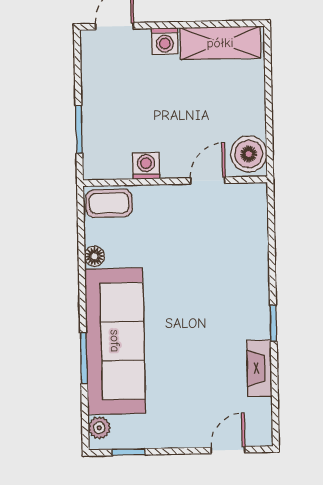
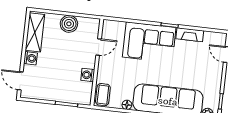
boiler: (249, 154) -> (69, 24), moved
door: (208, 181) -> (99, 47), swing flipped
corner sofa: (232, 285) -> (149, 42), added

